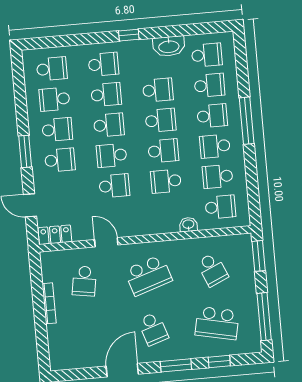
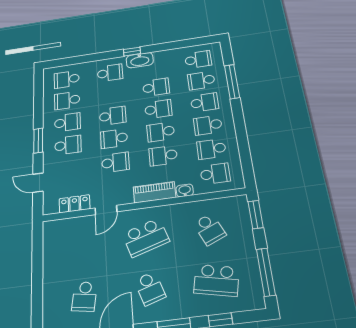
washbasin: (169, 46) -> (140, 60), moved
school desk: (52, 69) -> (67, 79), turned 180
school desk: (209, 85) -> (201, 81), turned 180
school desk: (106, 95) -> (111, 94), removed
window: (247, 121) -> (232, 82), moved
school desk: (163, 151) -> (161, 132), turned 180
piano: (157, 225) -> (154, 192), added
locker: (55, 235) -> (74, 204), moved
door: (106, 242) -> (106, 210), swing flipped
school desk: (84, 281) -> (84, 297), moved
bookcase: (49, 303) -> (47, 268), removed

